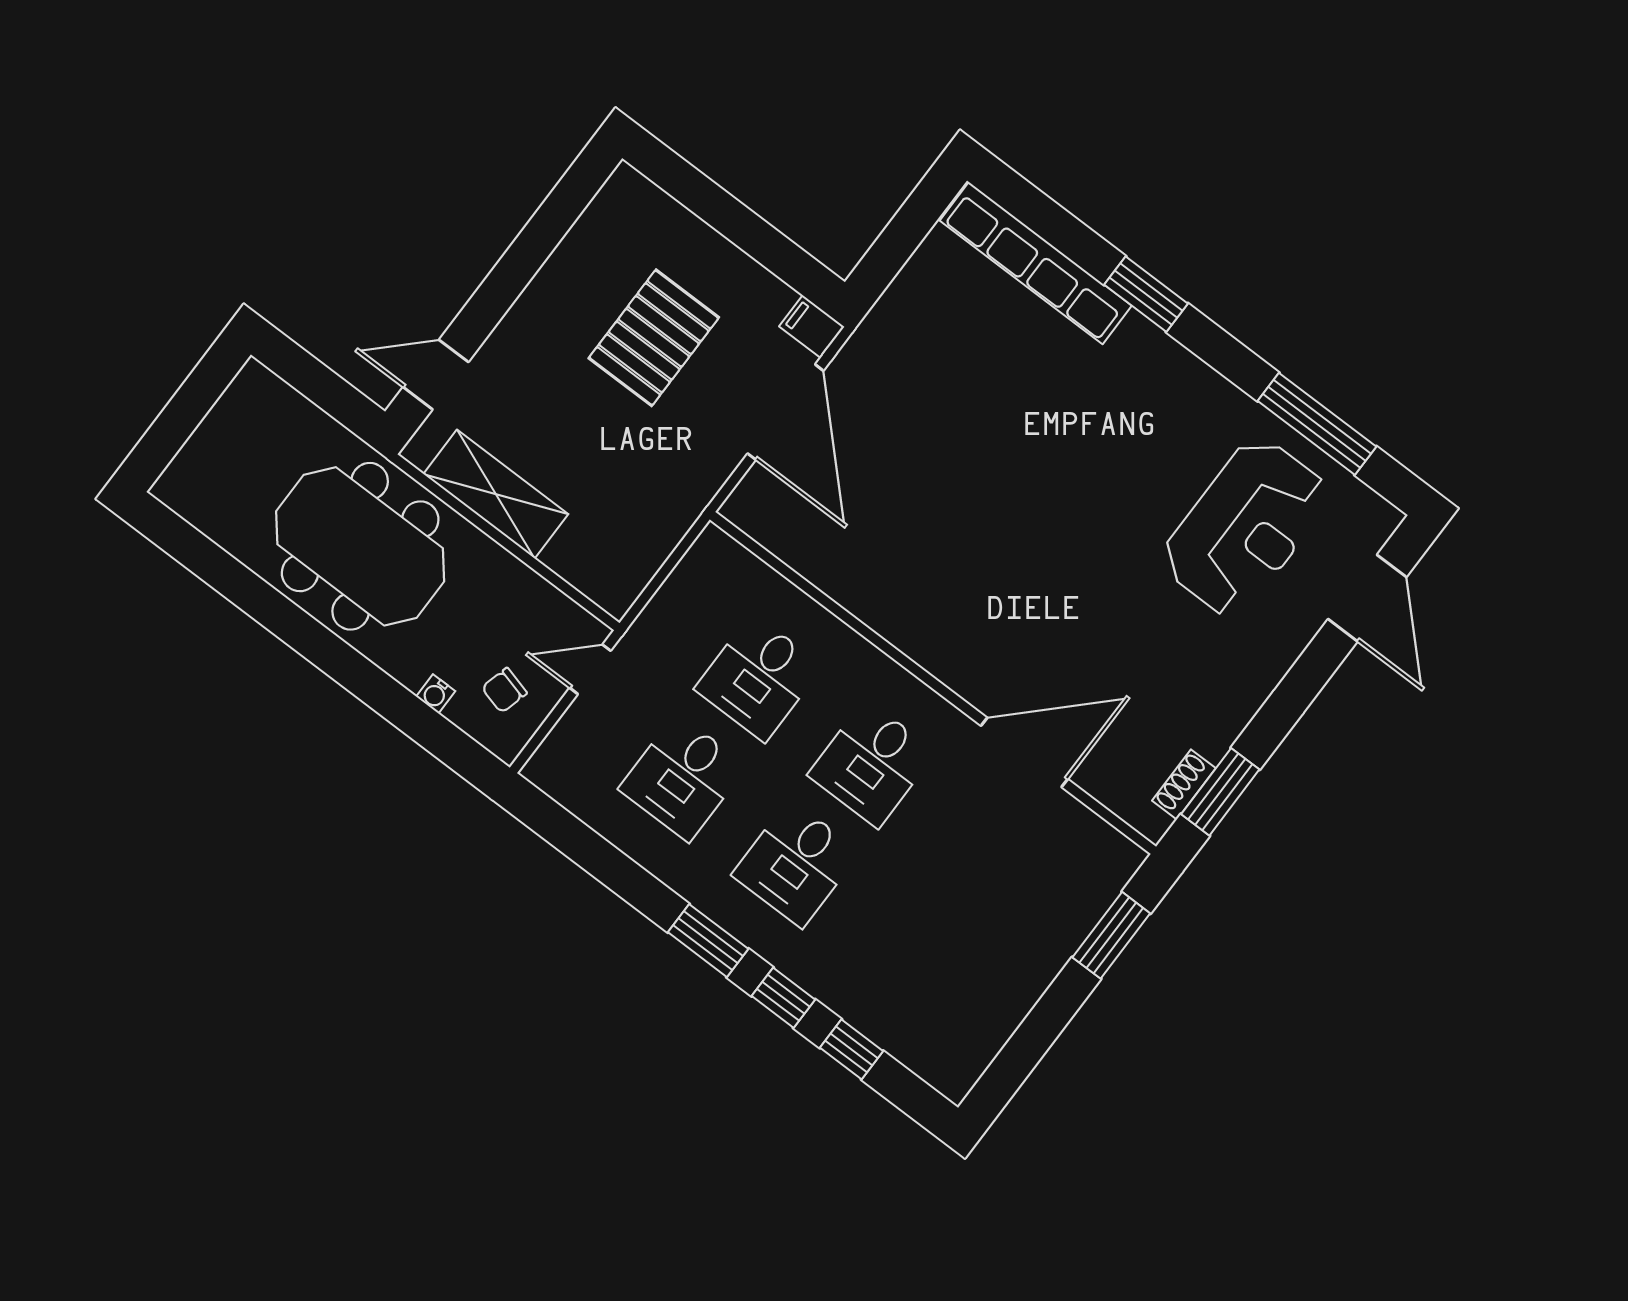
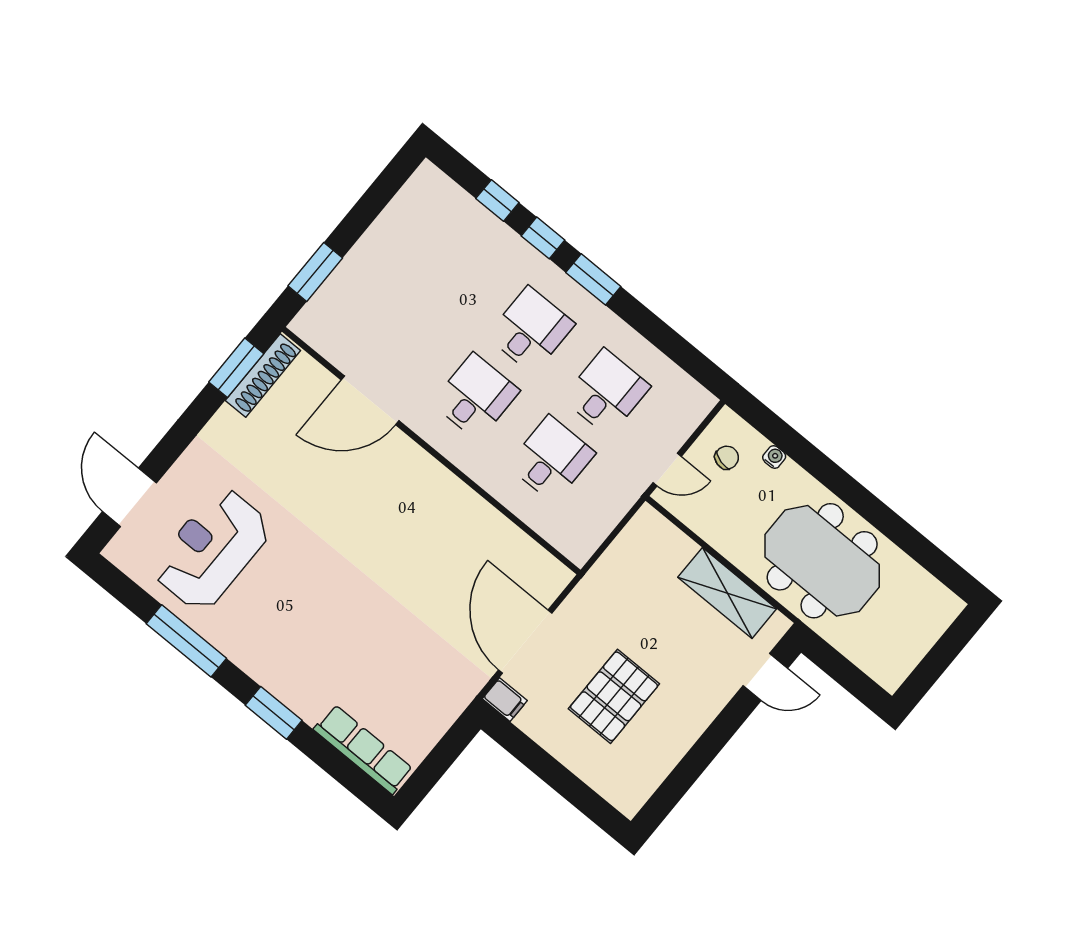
row of seats: (1036, 263) -> (363, 749), width x0.73
window: (1317, 424) -> (186, 641), moved
shoe rack: (1184, 784) -> (263, 375), width x1.94, depth x1.24

